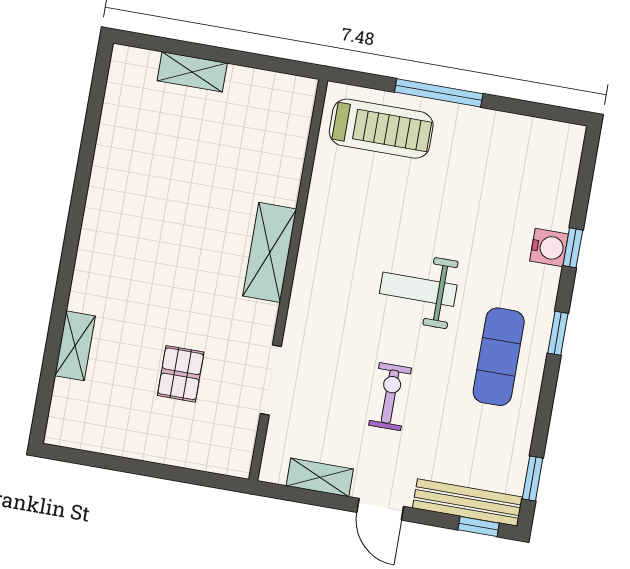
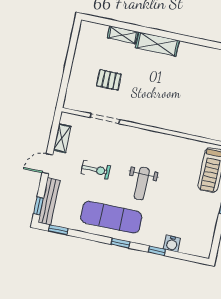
water cooler: (549, 248) -> (172, 244), moved
shelving: (270, 252) -> (157, 44), moved
weight bench: (418, 289) -> (142, 184), turned 180
exercise mat: (499, 357) -> (111, 217), width x1.36, depth x1.45

